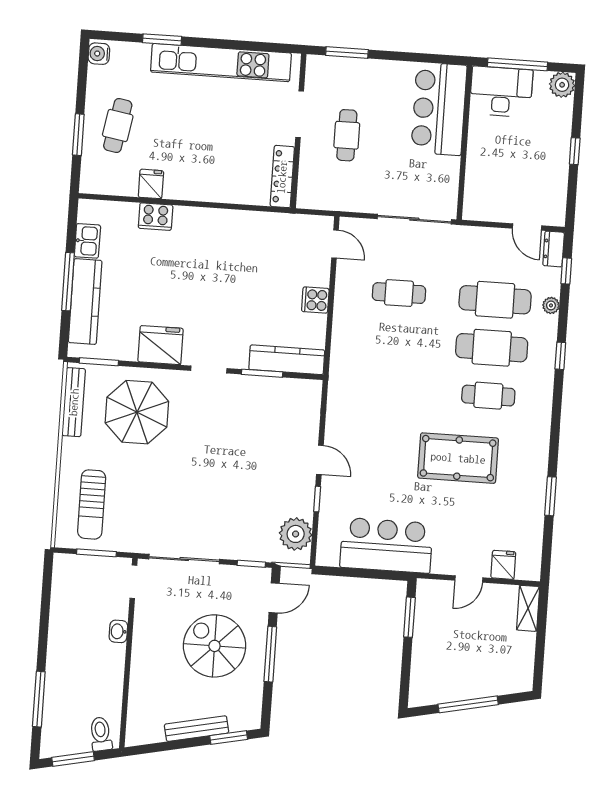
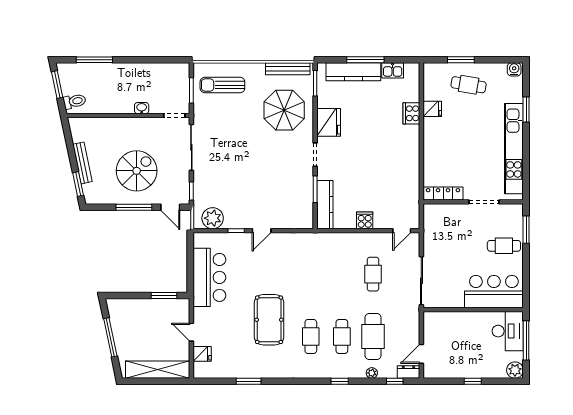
cafe table: (347, 135) -> (504, 246), moved
cafe table: (492, 348) -> (342, 337), width x0.73, depth x0.74
shelving: (528, 608) -> (158, 370), width x2.20, depth x1.33

